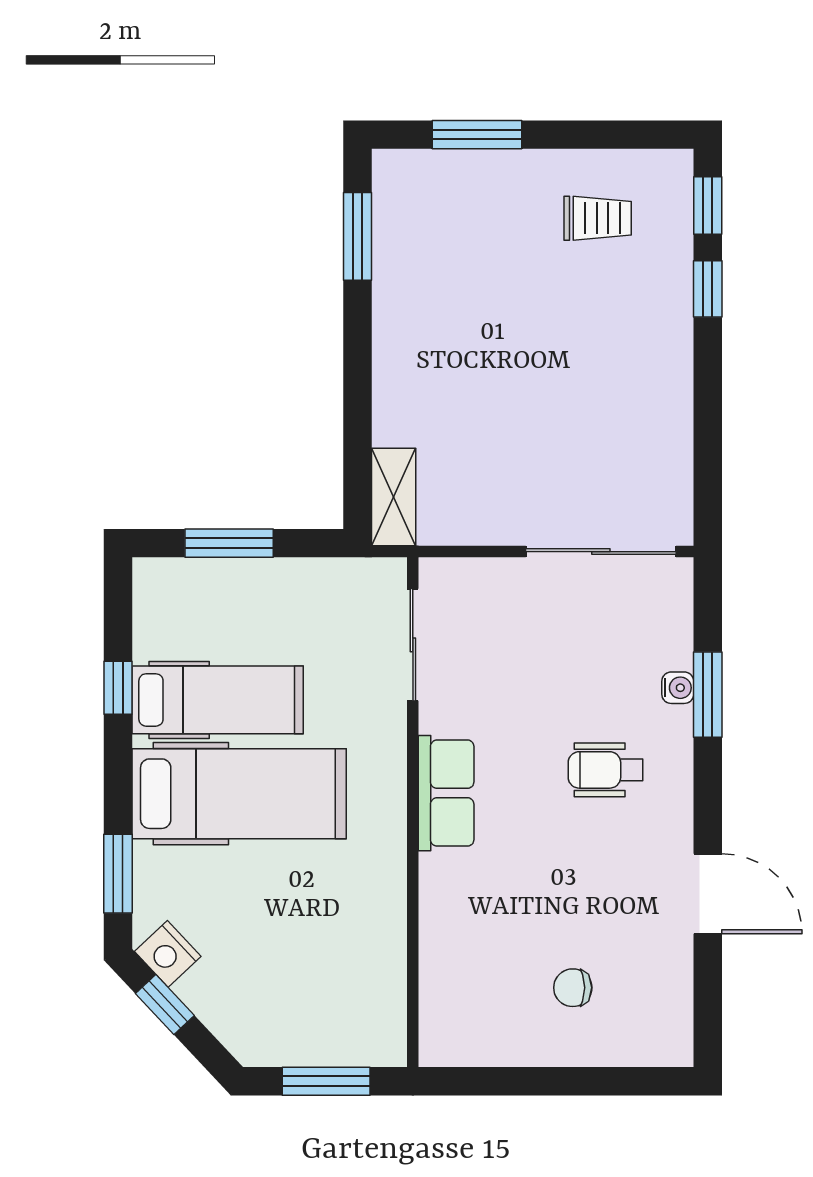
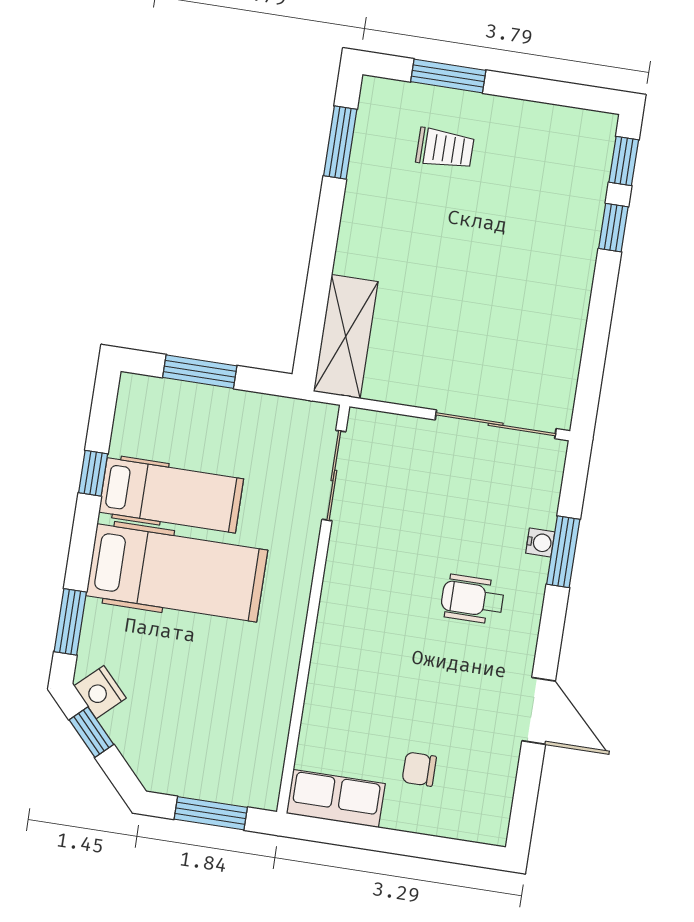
trolley: (598, 218) -> (445, 149), moved
shelving: (394, 497) -> (346, 336), width x1.50, depth x1.33
row of seats: (446, 793) -> (336, 799), moved, turned -90

